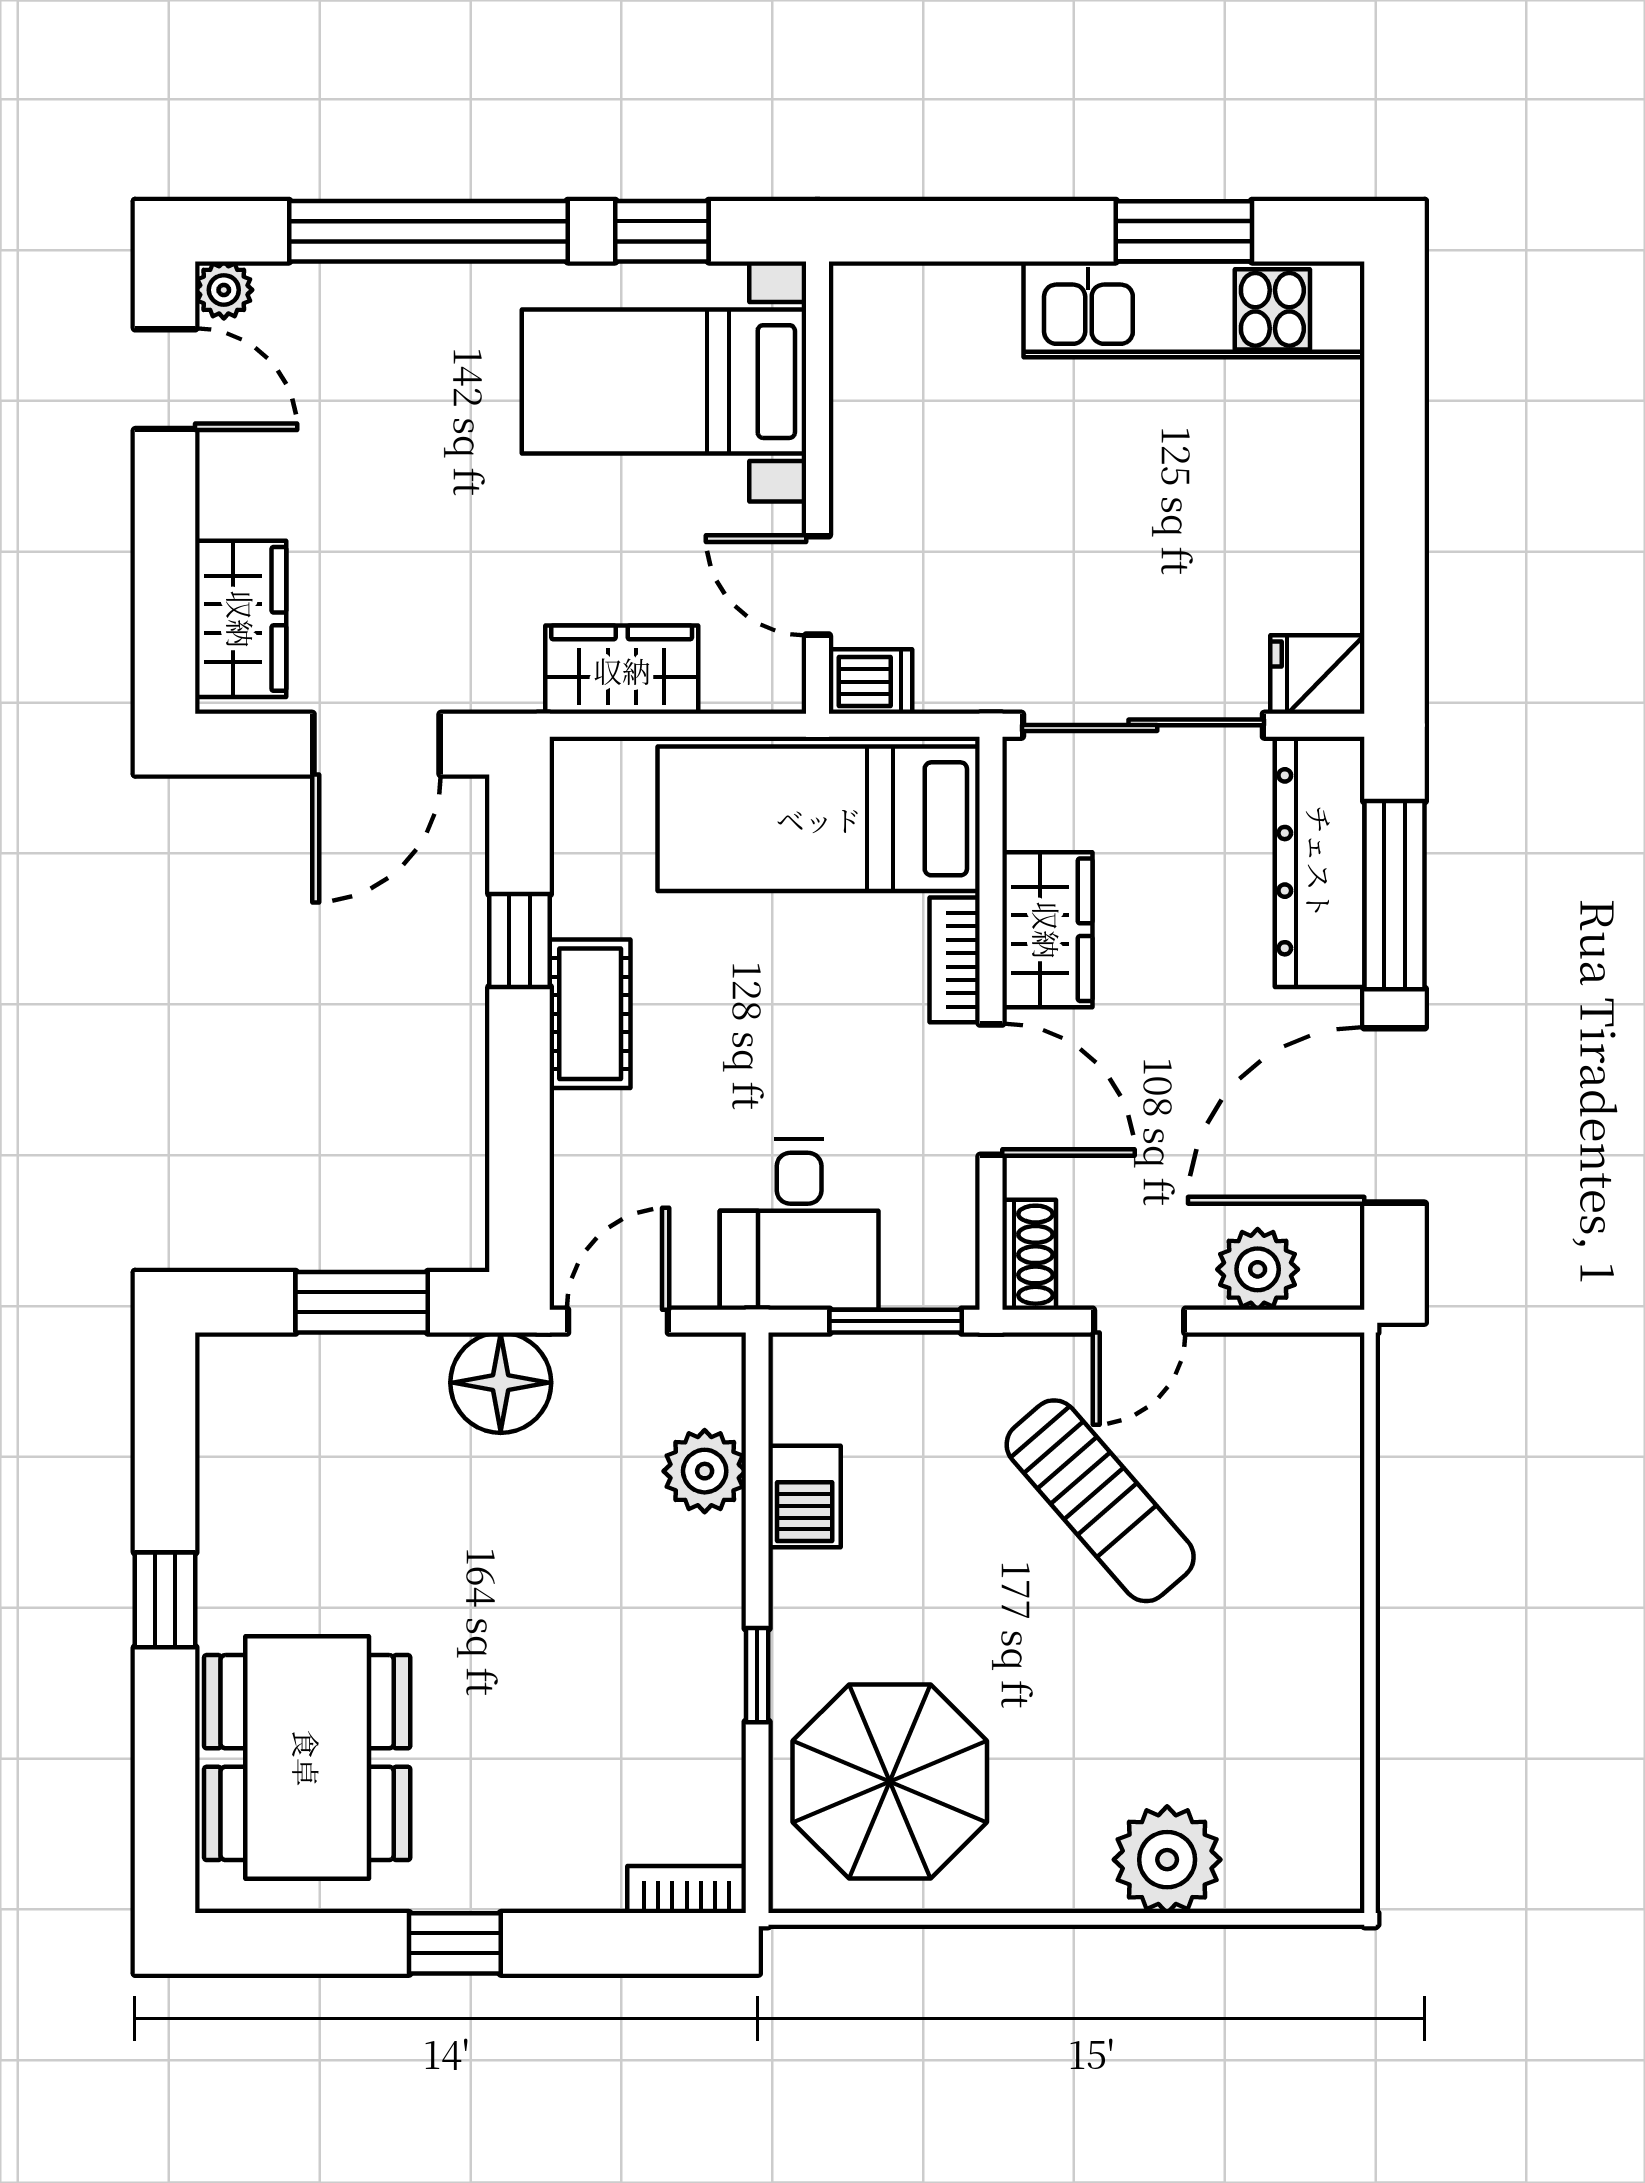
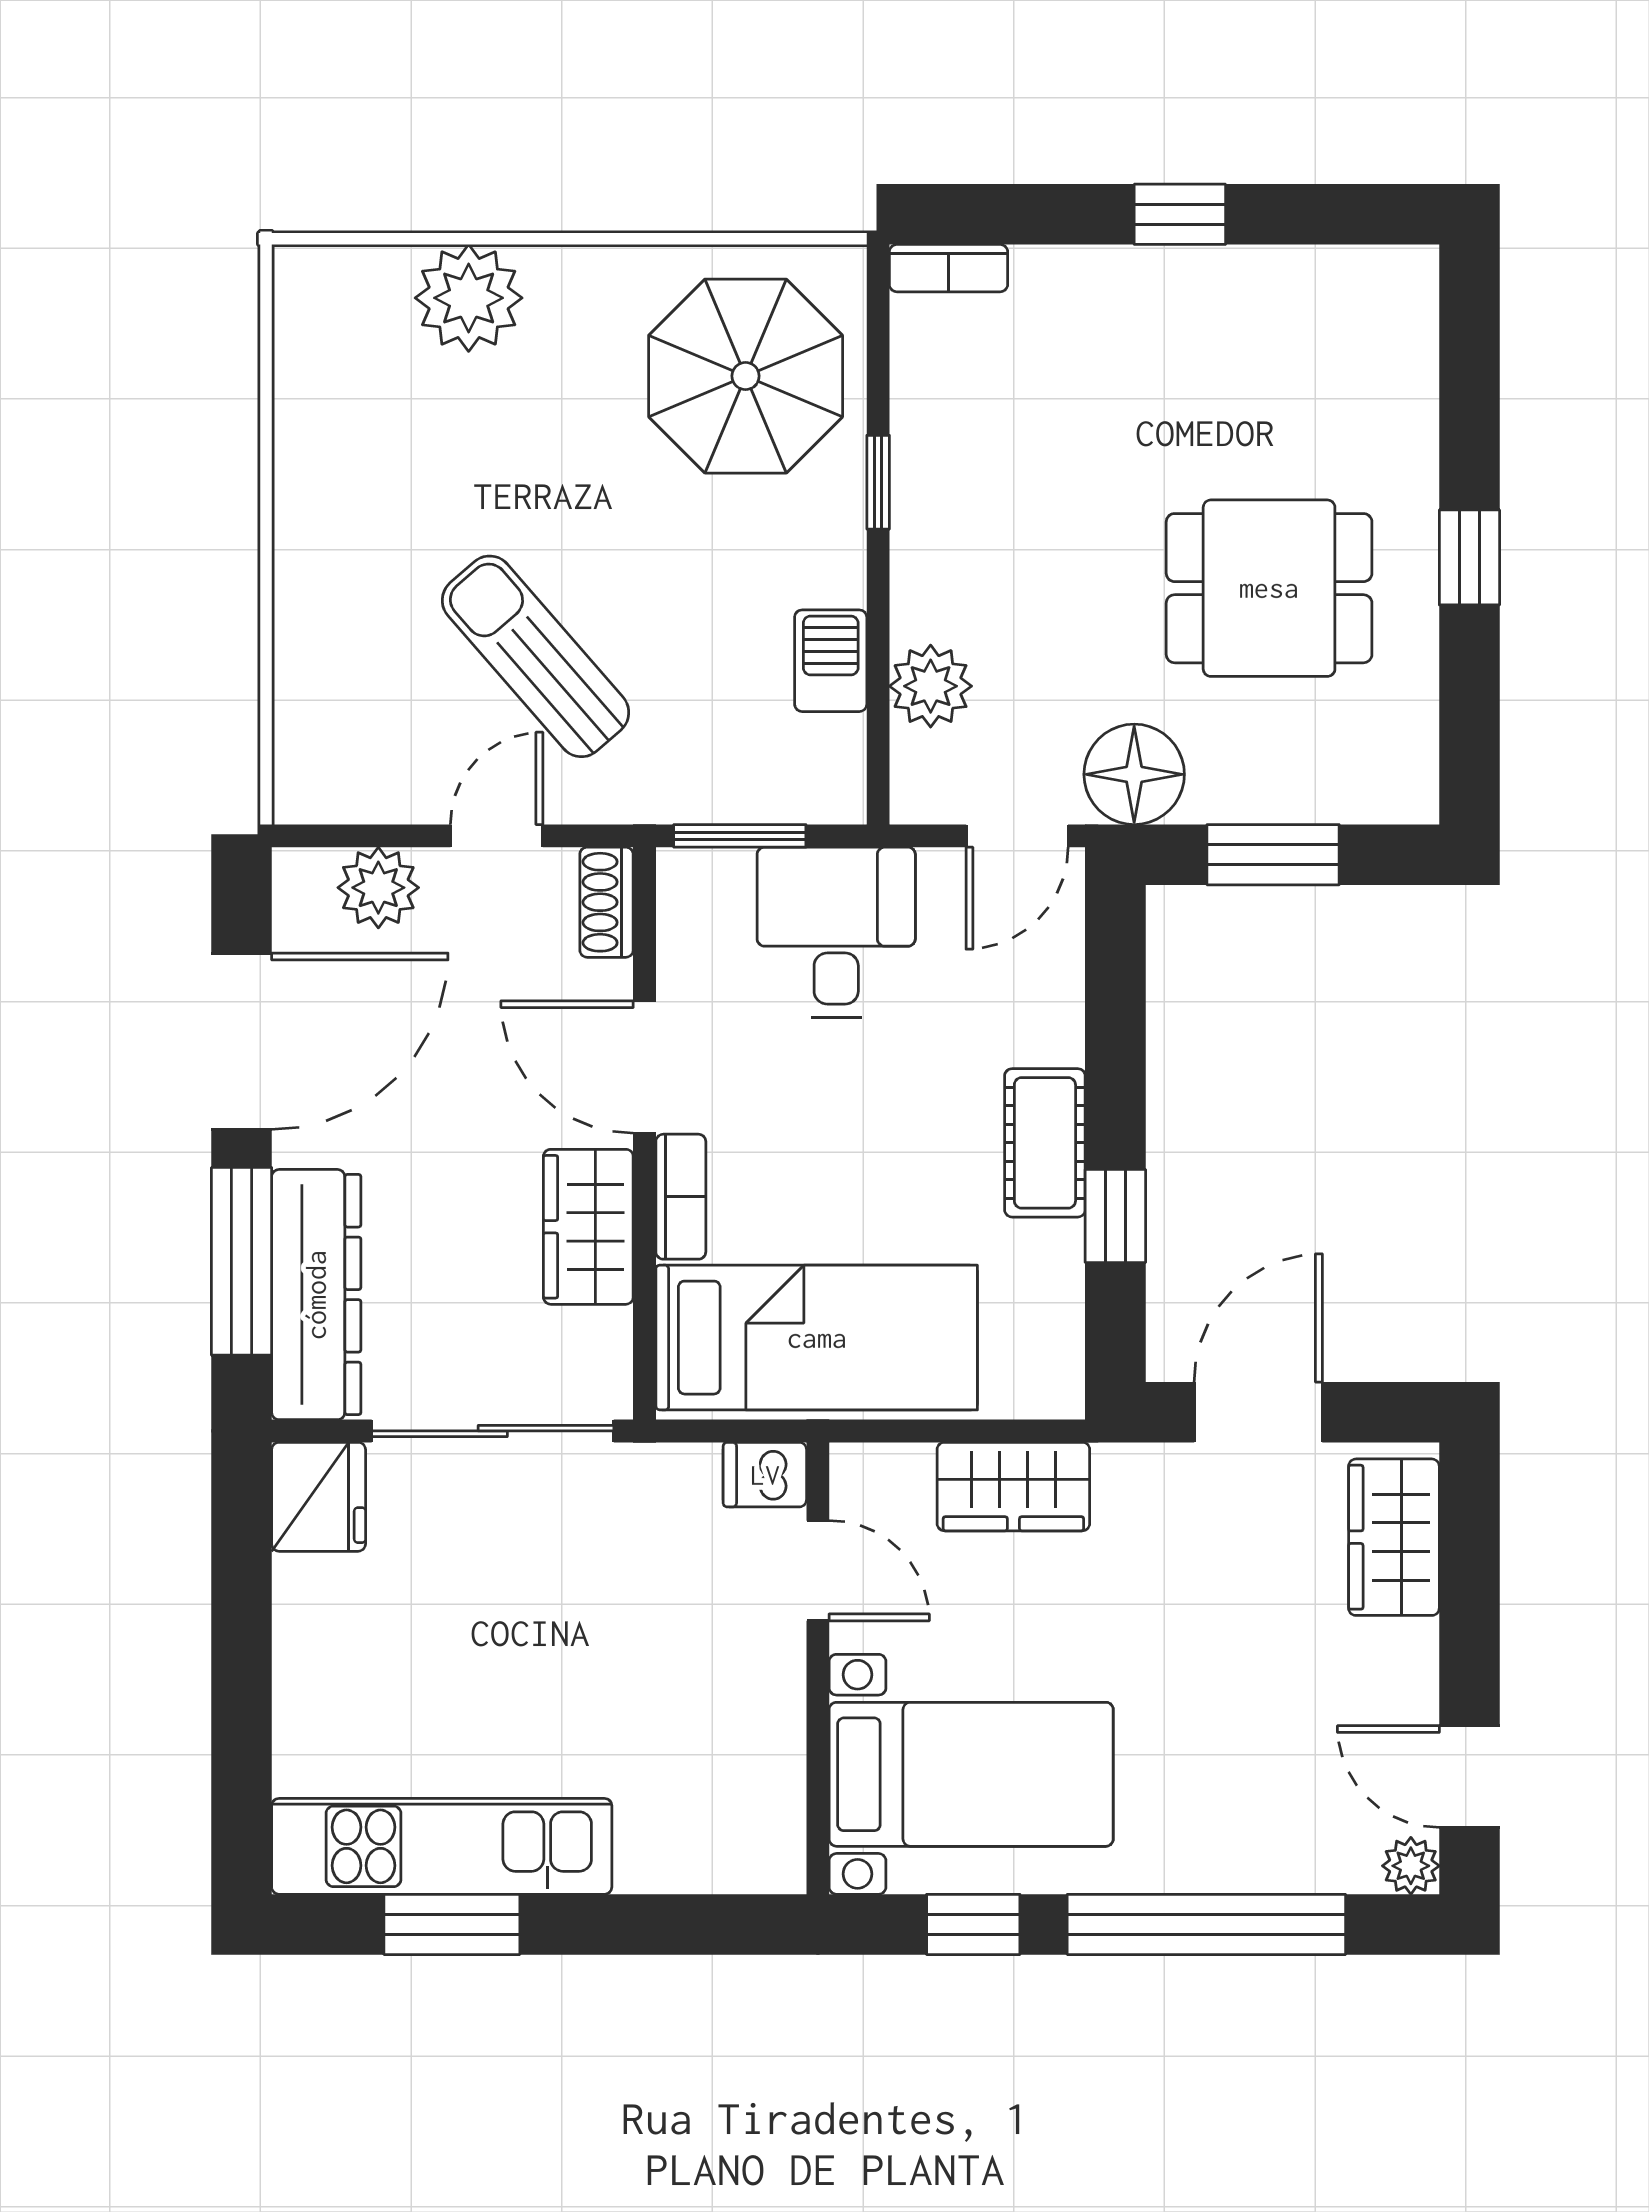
fridge: (1317, 675) -> (319, 1497), width x1.38
dining table: (307, 1758) -> (1269, 588), moved, width x0.73

